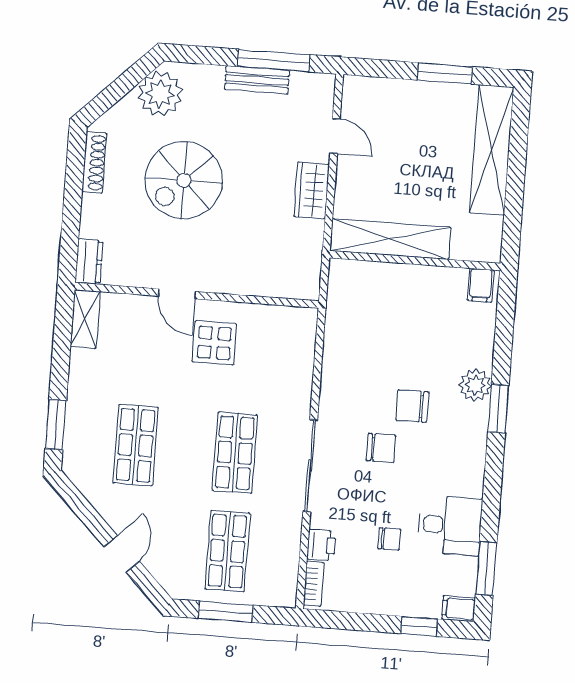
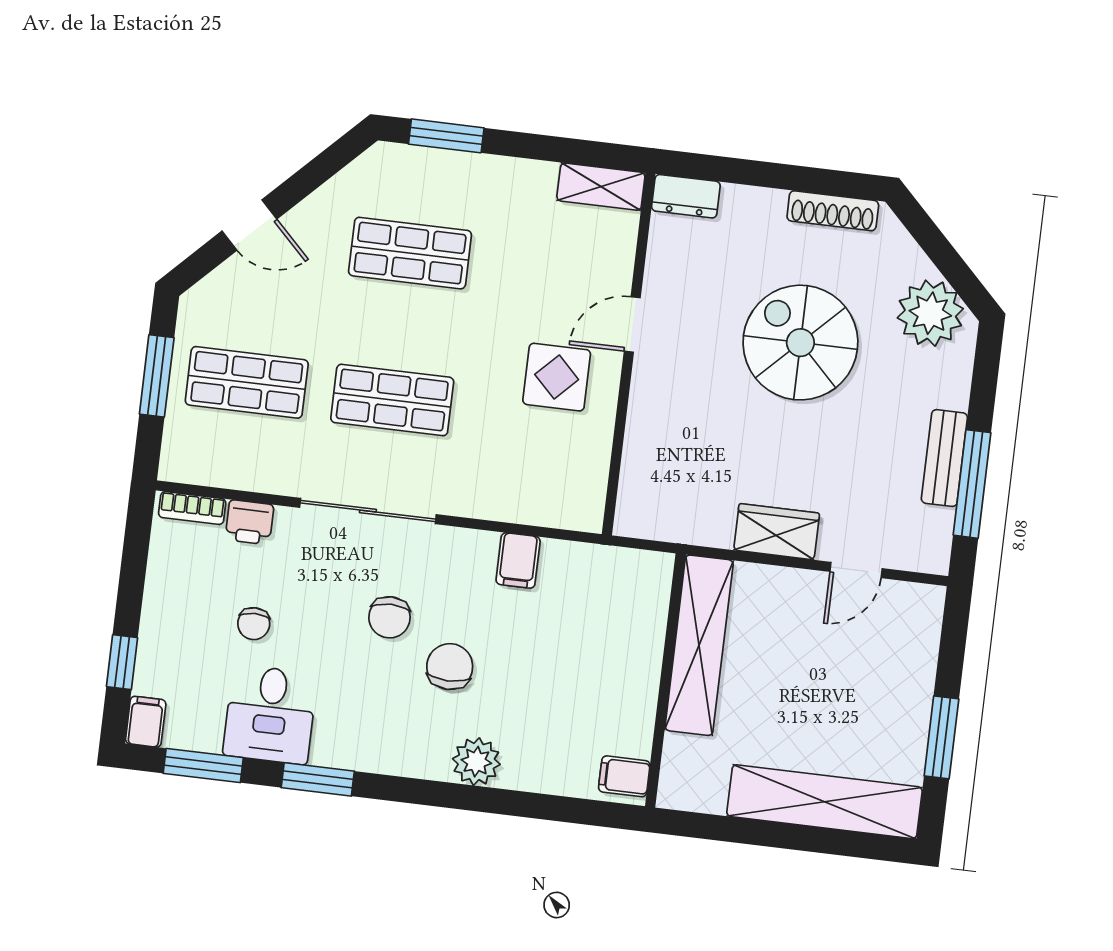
filing cabinet: (339, 363) -> (518, 560), added
window: (498, 409) -> (318, 779), moved

